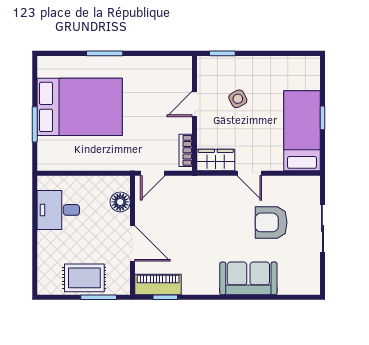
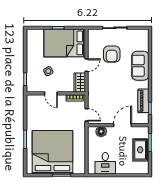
bed: (80, 107) -> (52, 152), width x1.36
bed: (302, 131) -> (65, 43), width x1.50
piano: (158, 284) -> (143, 101), moved

